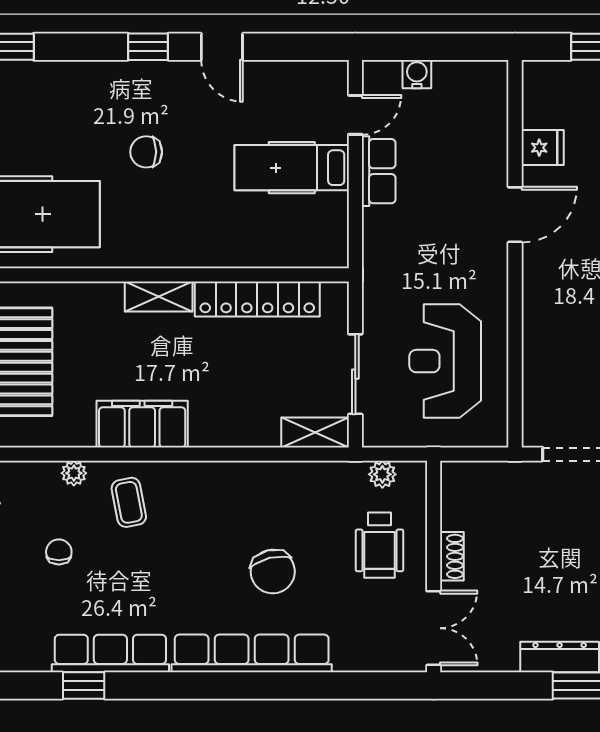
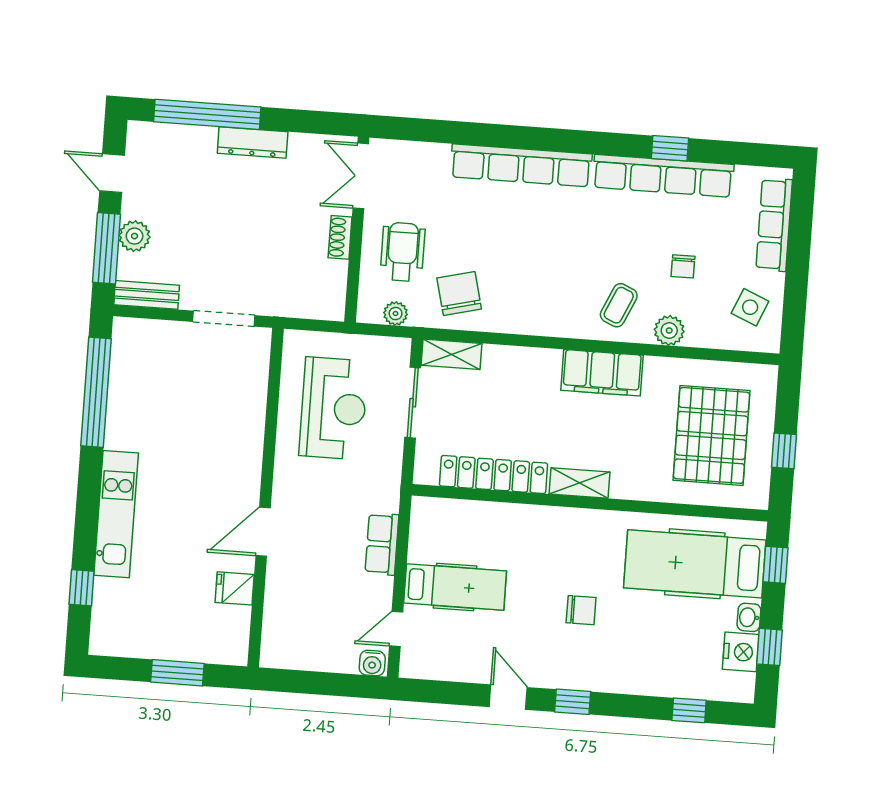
water cooler: (417, 74) -> (372, 663), moved
row of seats: (379, 171) -> (382, 544), moved
plant: (74, 473) -> (669, 330), width x1.38, depth x1.38
coffee table: (129, 502) -> (619, 305), turned 35
chair: (273, 572) -> (459, 294), moved
row of seats: (110, 653) -> (663, 176), width x1.36

